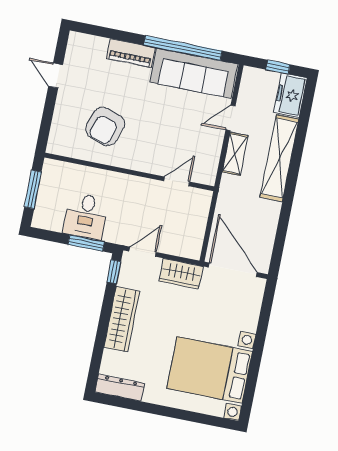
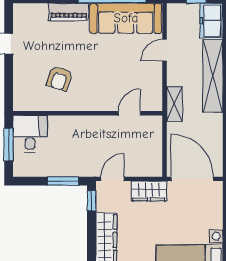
armchair: (105, 126) -> (59, 79), width x0.72, depth x0.72
shelving: (235, 154) -> (174, 104), moved
desk: (86, 216) -> (30, 134), moved, turned 180

